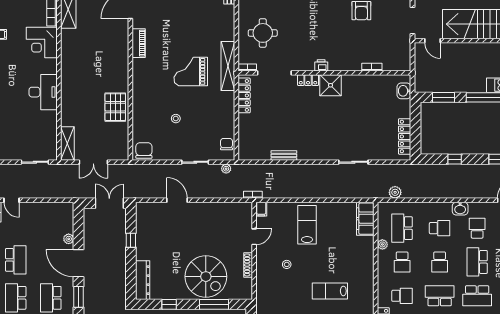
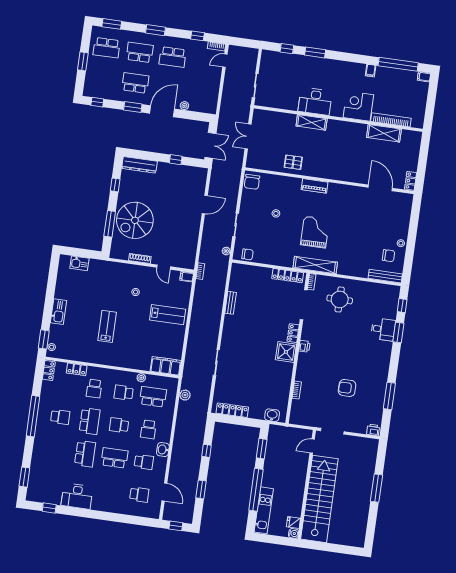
piano: (139, 43) -> (315, 186), moved
pallet: (115, 107) -> (293, 162), width x0.67, depth x0.71
shelving: (67, 144) -> (312, 122), moved
chair: (144, 151) -> (252, 182), turned 90
school desk: (477, 296) -> (85, 454), turned 180

